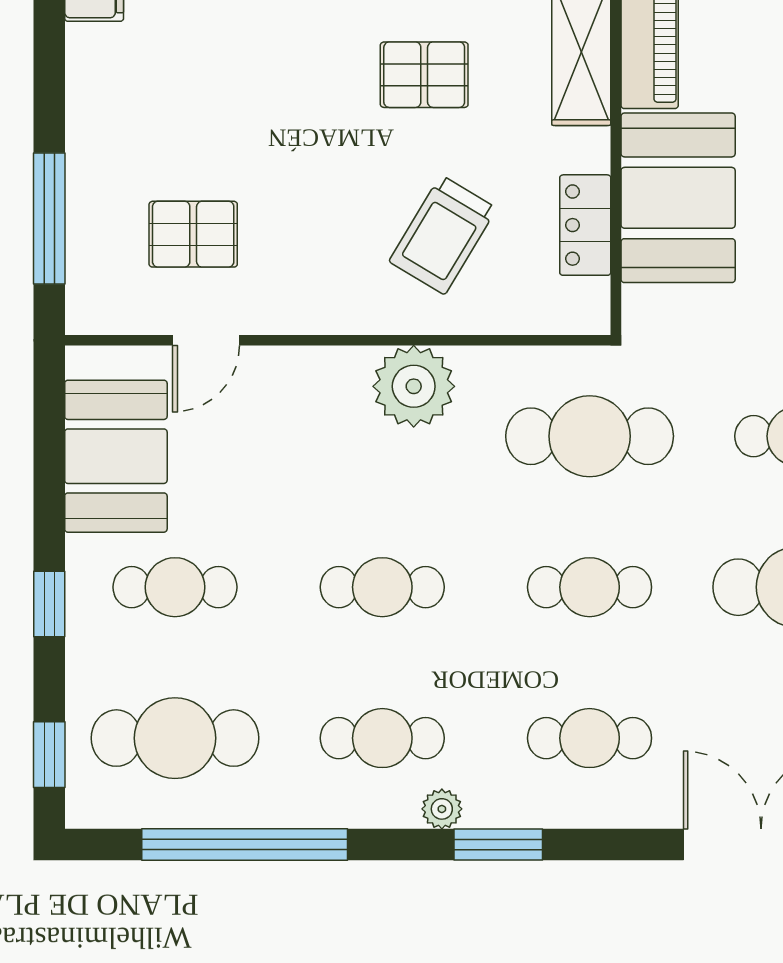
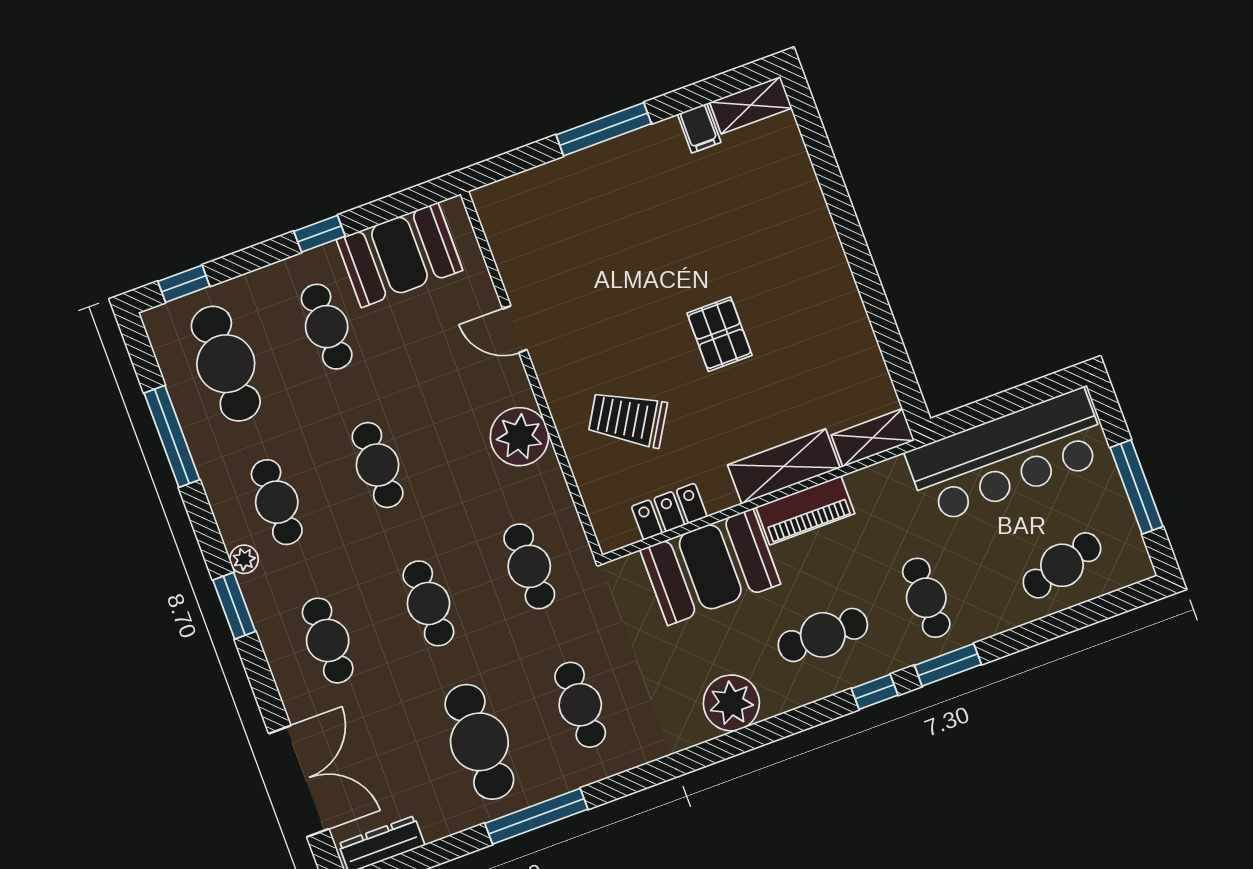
pallet: (424, 75) -> (720, 334), moved
window: (49, 218) -> (604, 129), moved
pallet: (193, 234) -> (567, 252), removed
door: (206, 340) -> (515, 329), moved
cafe table: (590, 436) -> (529, 566), width x0.73, depth x0.74
window: (49, 604) -> (320, 234), moved
window: (245, 845) -> (172, 436), width x0.68

